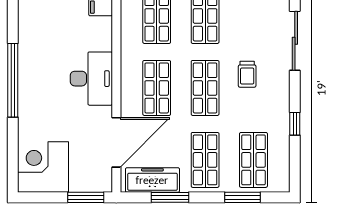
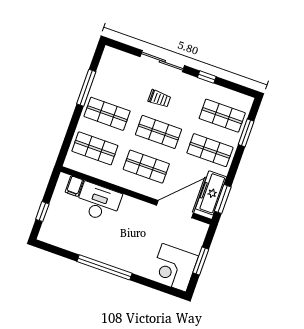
sliding door: (295, 41) -> (162, 61), moved
desk: (91, 79) -> (99, 202), moved
door: (116, 142) -> (175, 209), hinge flipped
window: (86, 197) -> (201, 261), moved
window: (170, 197) -> (223, 199), moved

